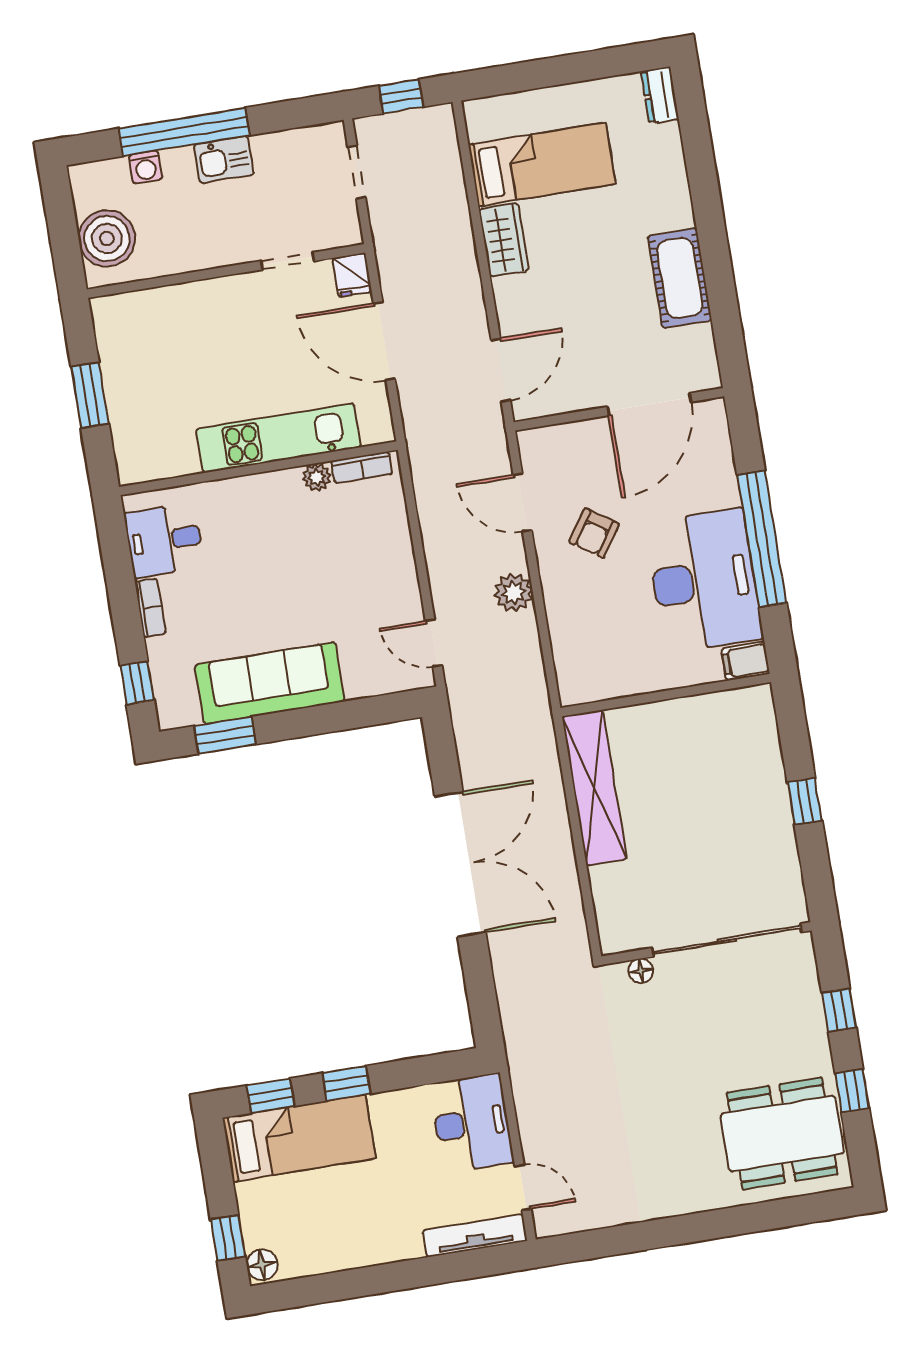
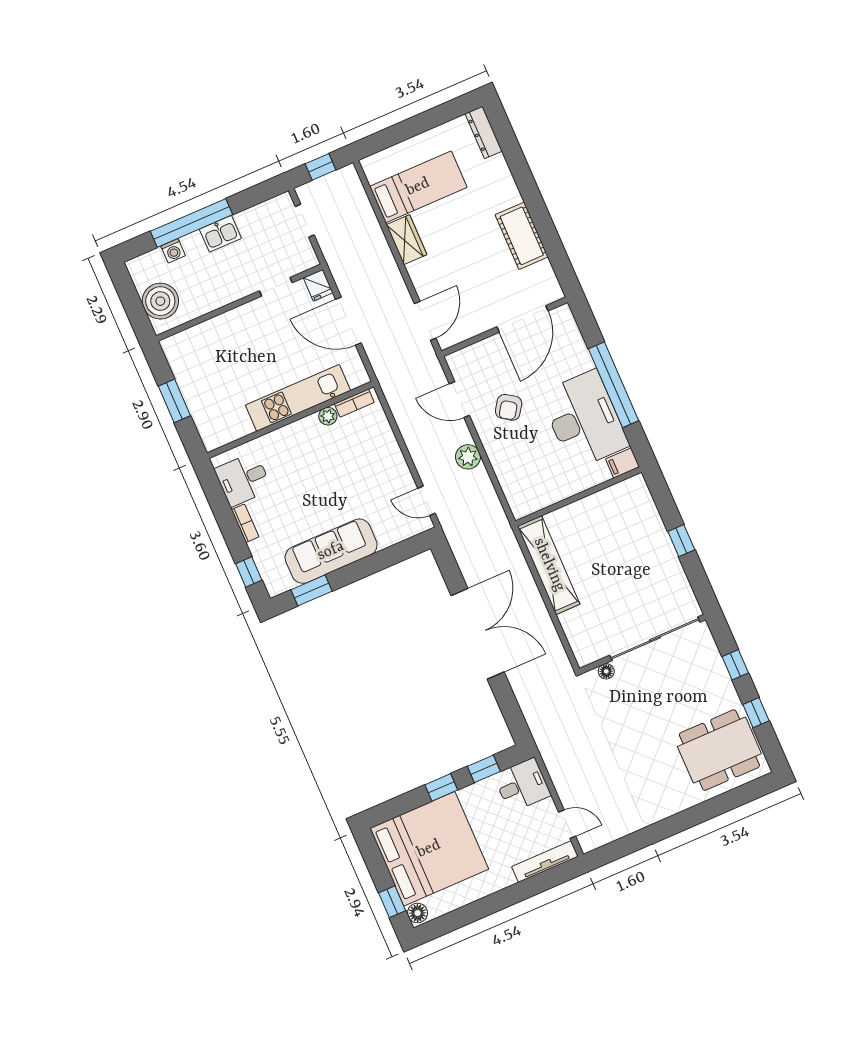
dresser: (660, 95) -> (484, 132), width x1.44
window: (271, 1096) -> (484, 769), moved
desk: (472, 1123) -> (522, 785), width x0.73
bed: (299, 1138) -> (429, 849), width x2.04

